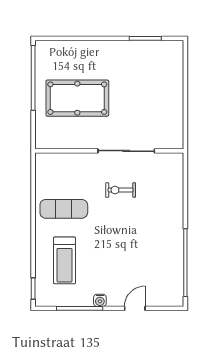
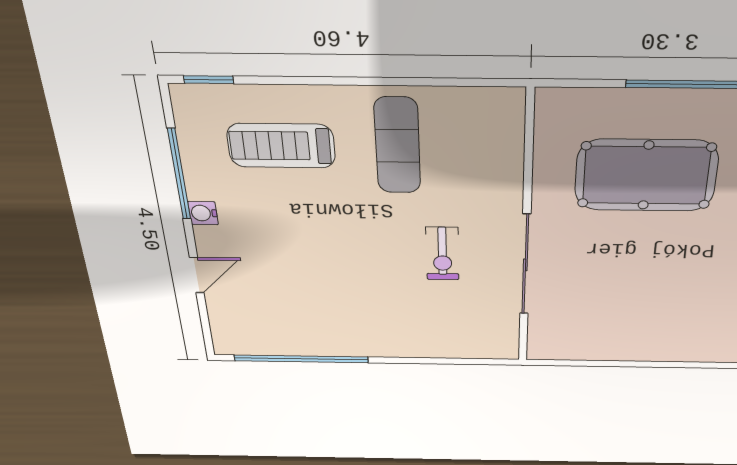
pool table: (77, 98) -> (646, 175), turned 90
exercise bike: (121, 190) -> (442, 254), turned 180
door: (135, 308) -> (197, 275), hinge flipped

